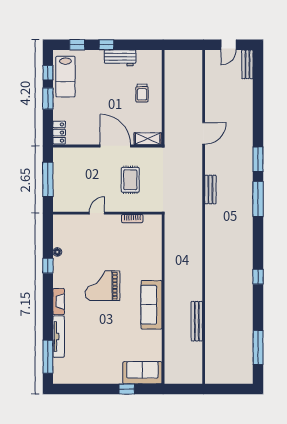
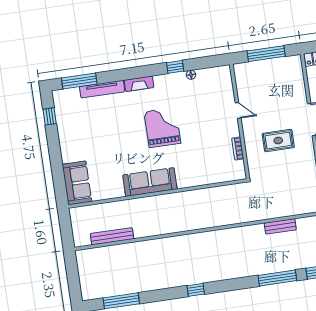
bench: (197, 321) -> (112, 236), moved
window: (127, 389) -> (50, 116), moved

